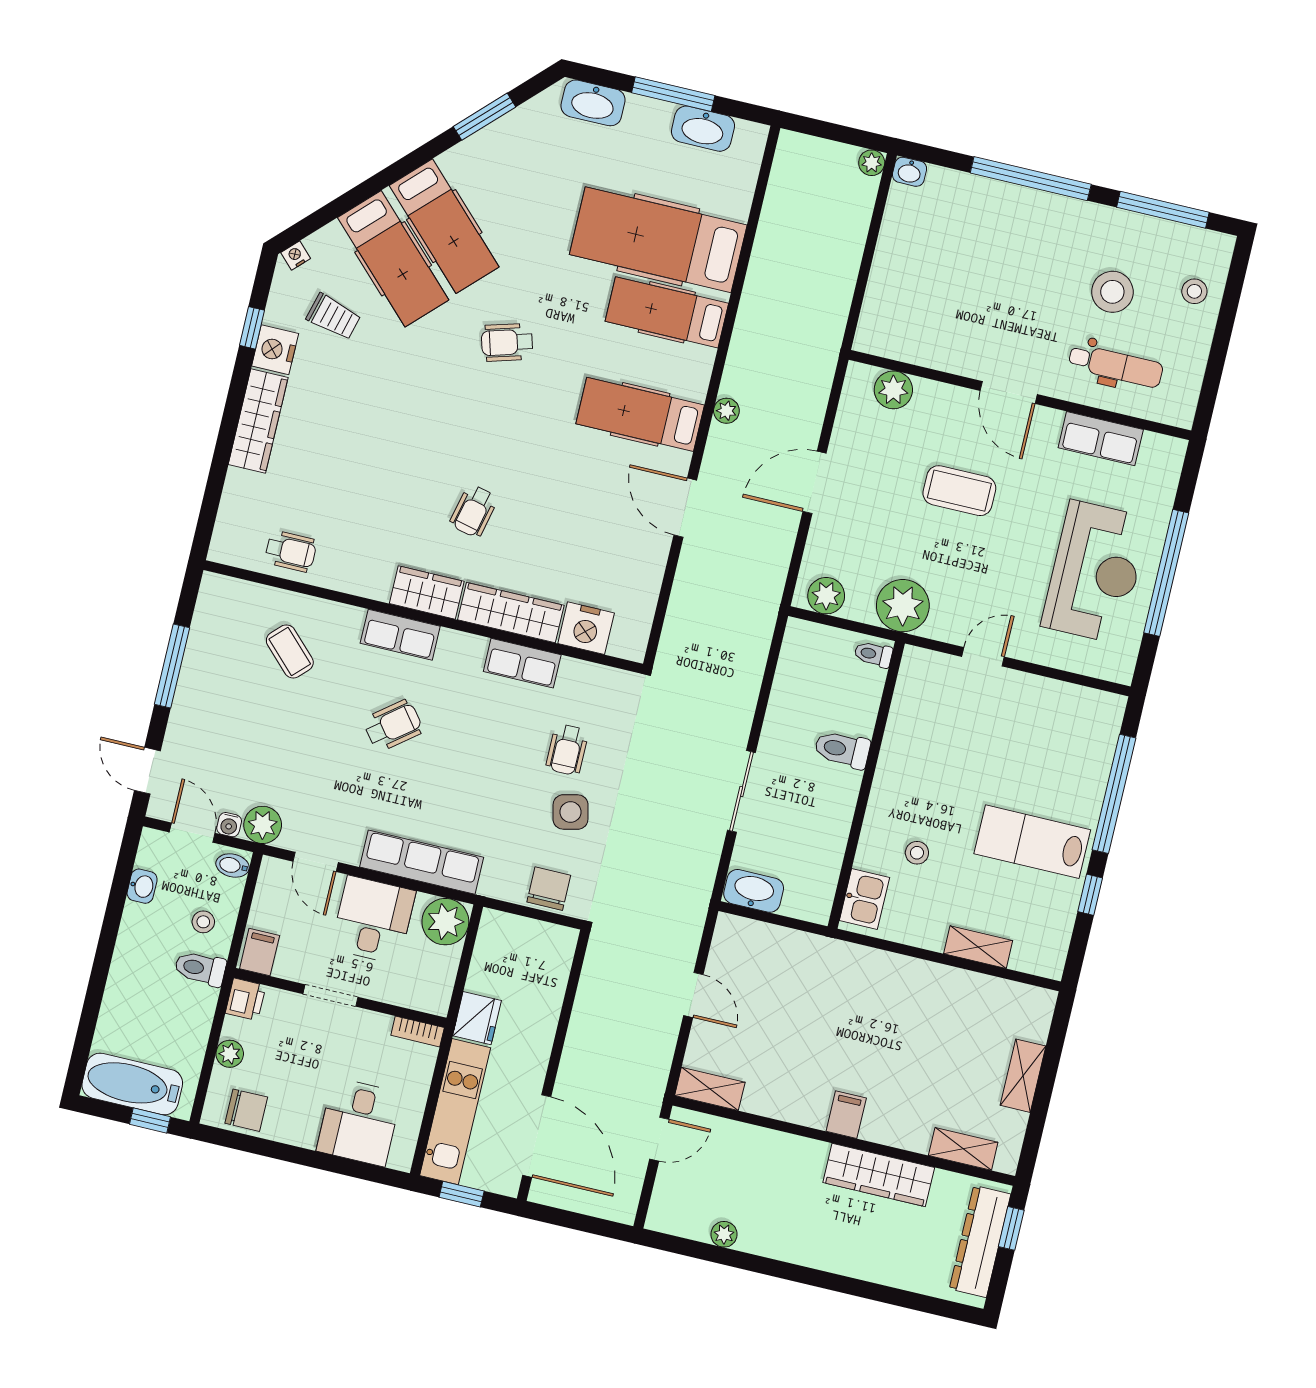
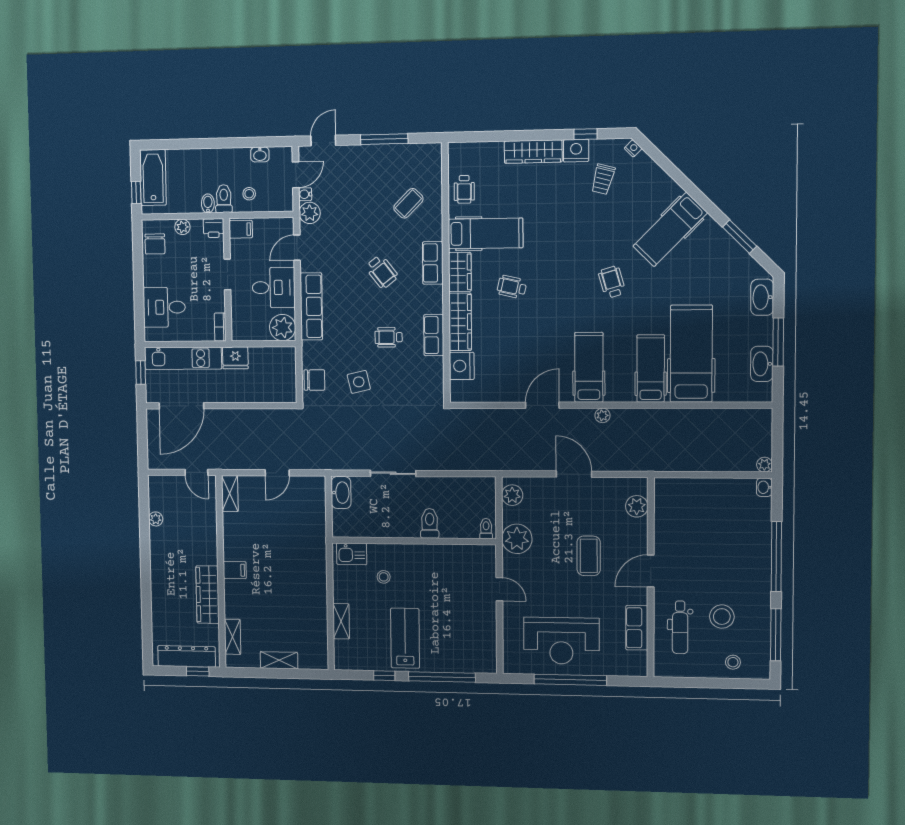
hospital bed: (393, 259) -> (485, 233), moved, turned -135
wheelchair: (567, 750) -> (389, 337), moved
bidet: (233, 866) -> (208, 203), moved

